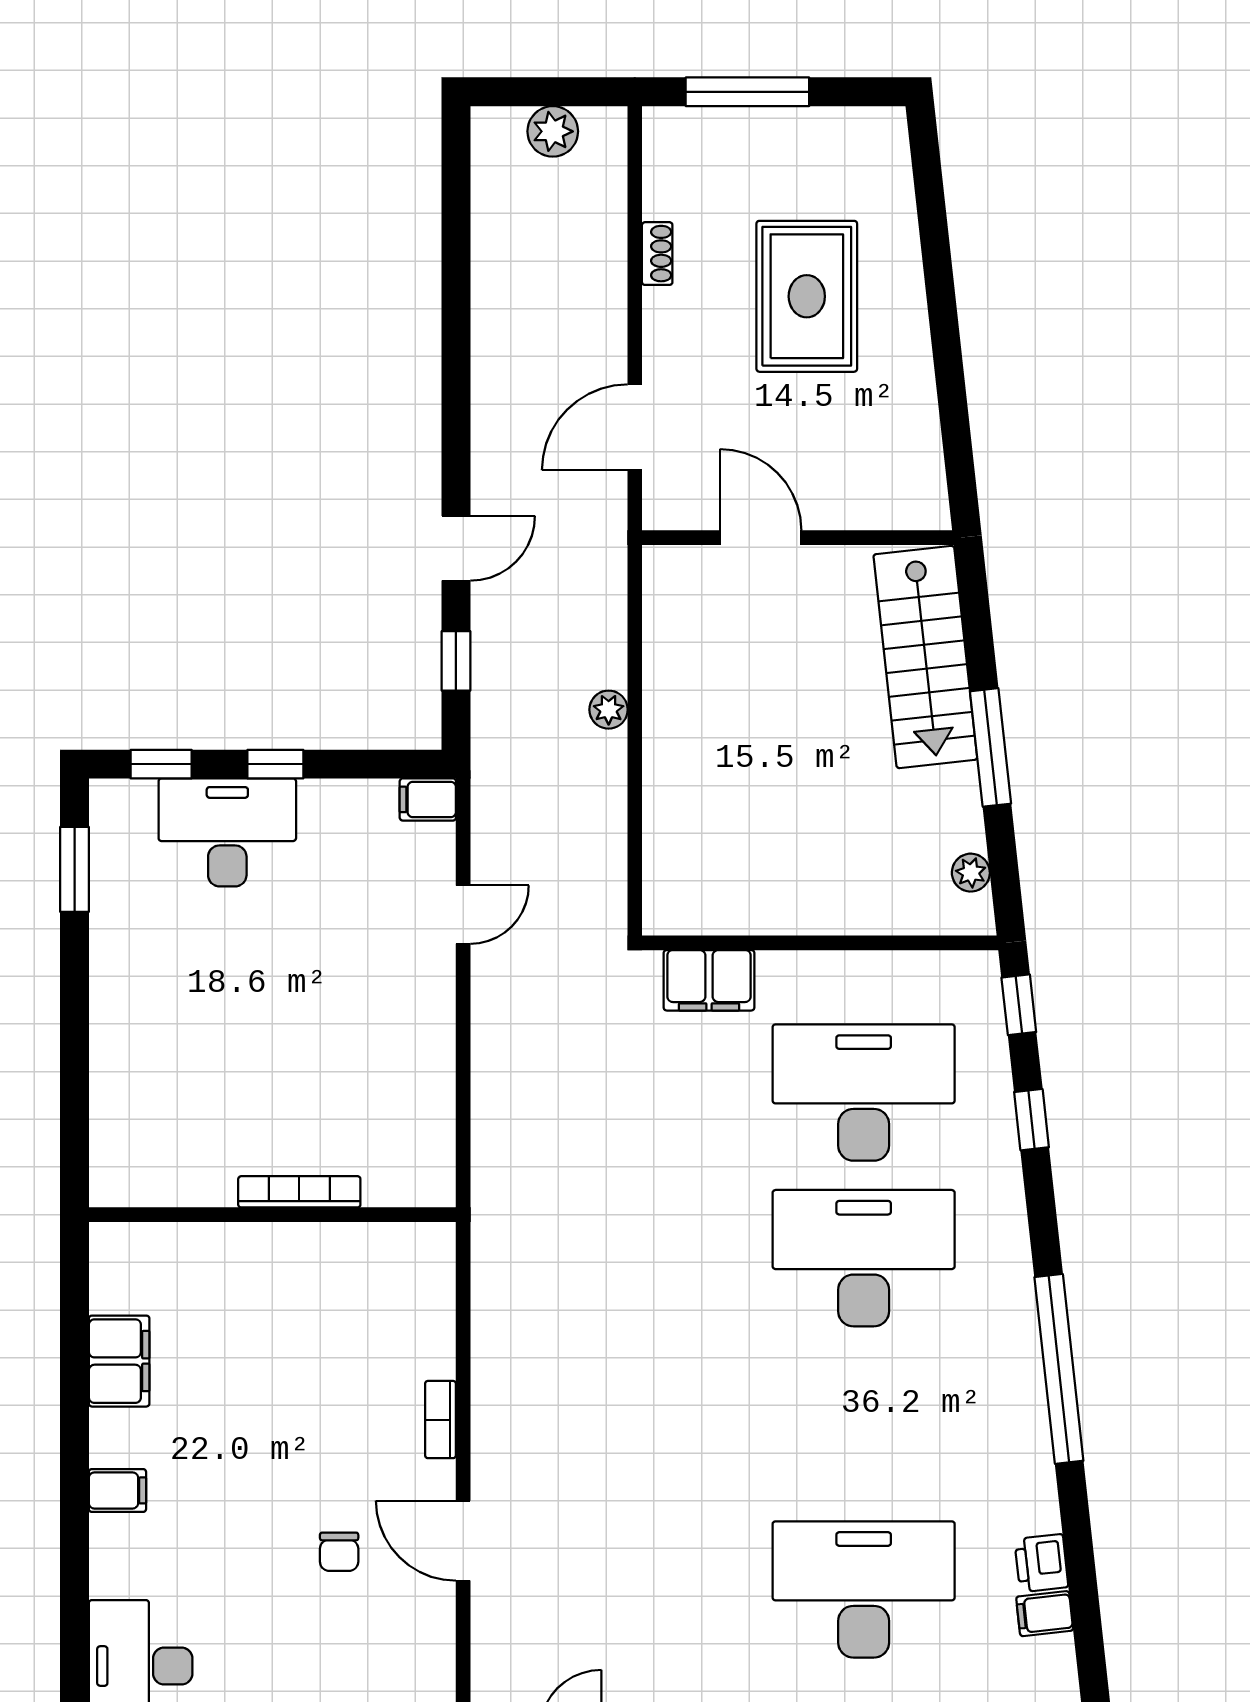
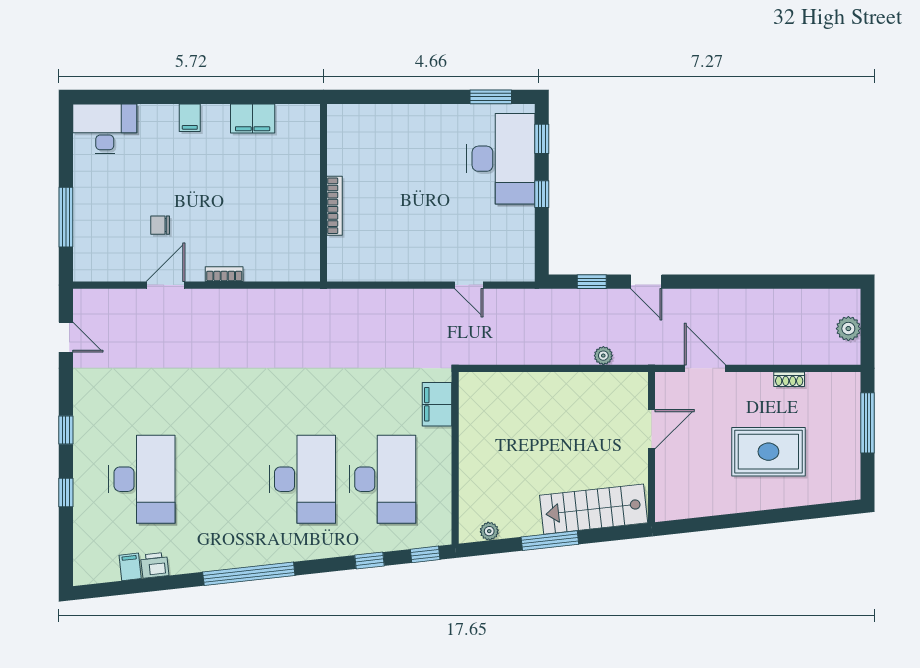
plant: (609, 710) -> (603, 356), moved
filing cabinet: (428, 799) -> (525, 268), removed
desk: (227, 832) -> (501, 159), width x1.36, depth x1.30

